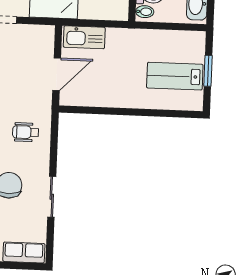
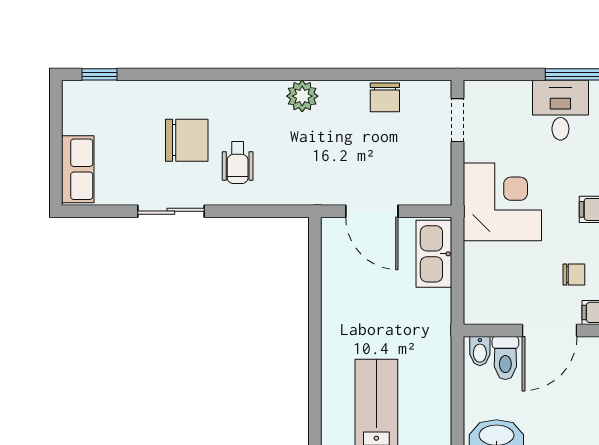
wheelchair: (26, 132) -> (238, 163), moved, turned 180

